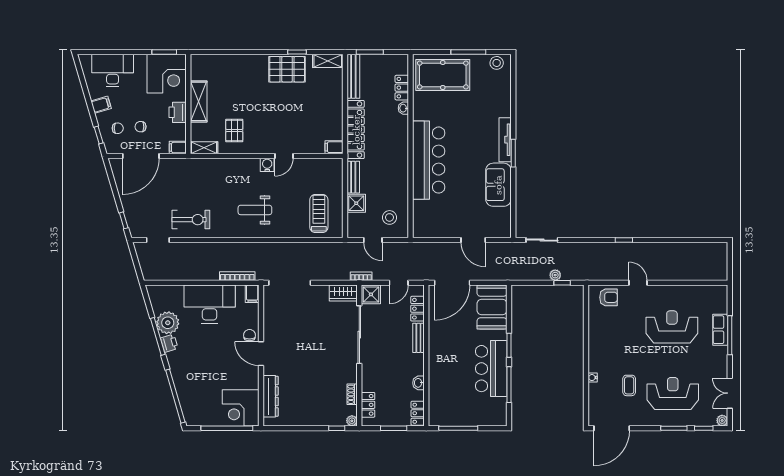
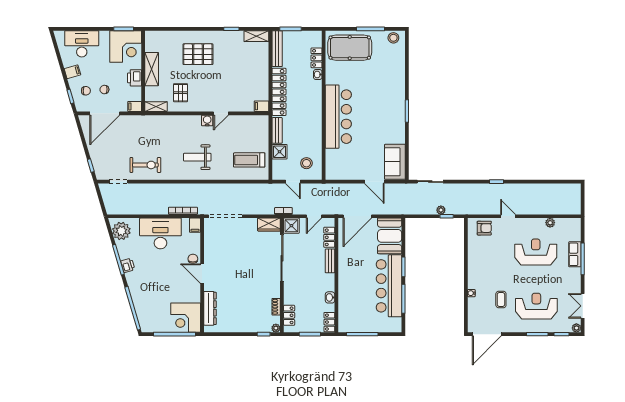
pallet: (287, 69) -> (198, 54), moved
tv unit: (505, 140) -> (400, 100), removed
sofa: (498, 185) -> (395, 162), moved
treadmill: (319, 213) -> (249, 160), turned -90
plant: (690, 291) -> (550, 223), added
plant: (168, 323) -> (121, 231), moved
bar counter: (491, 369) -> (389, 286), width x1.36

